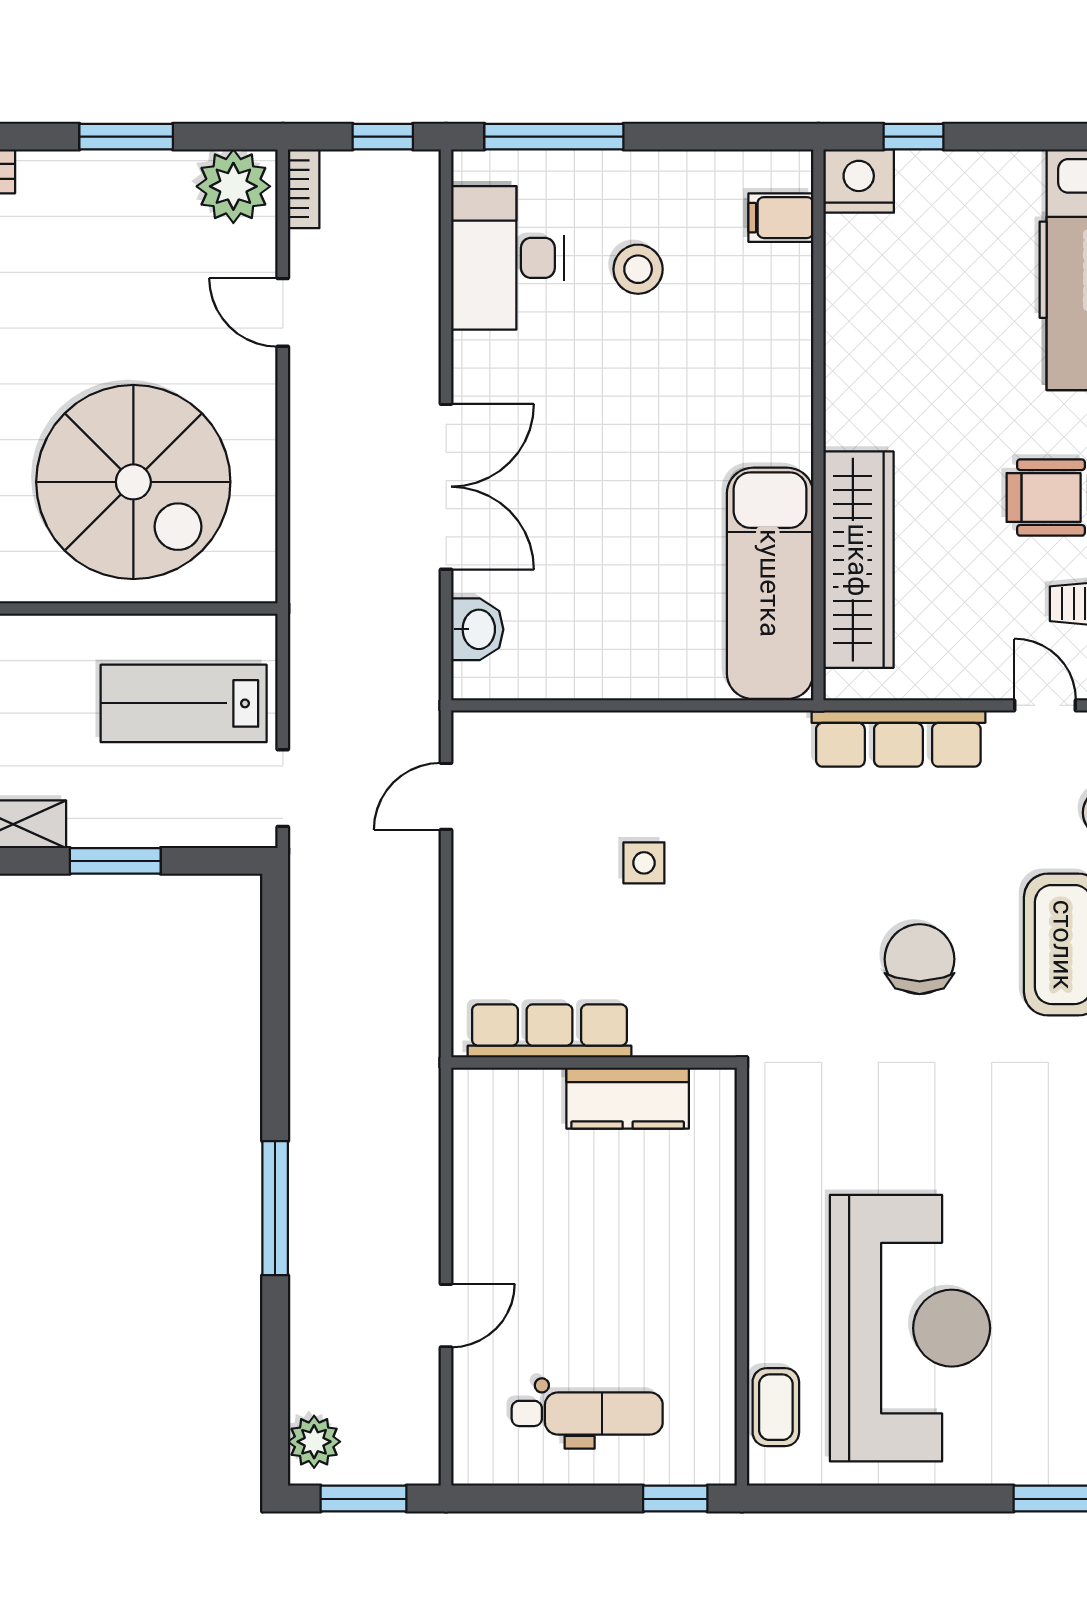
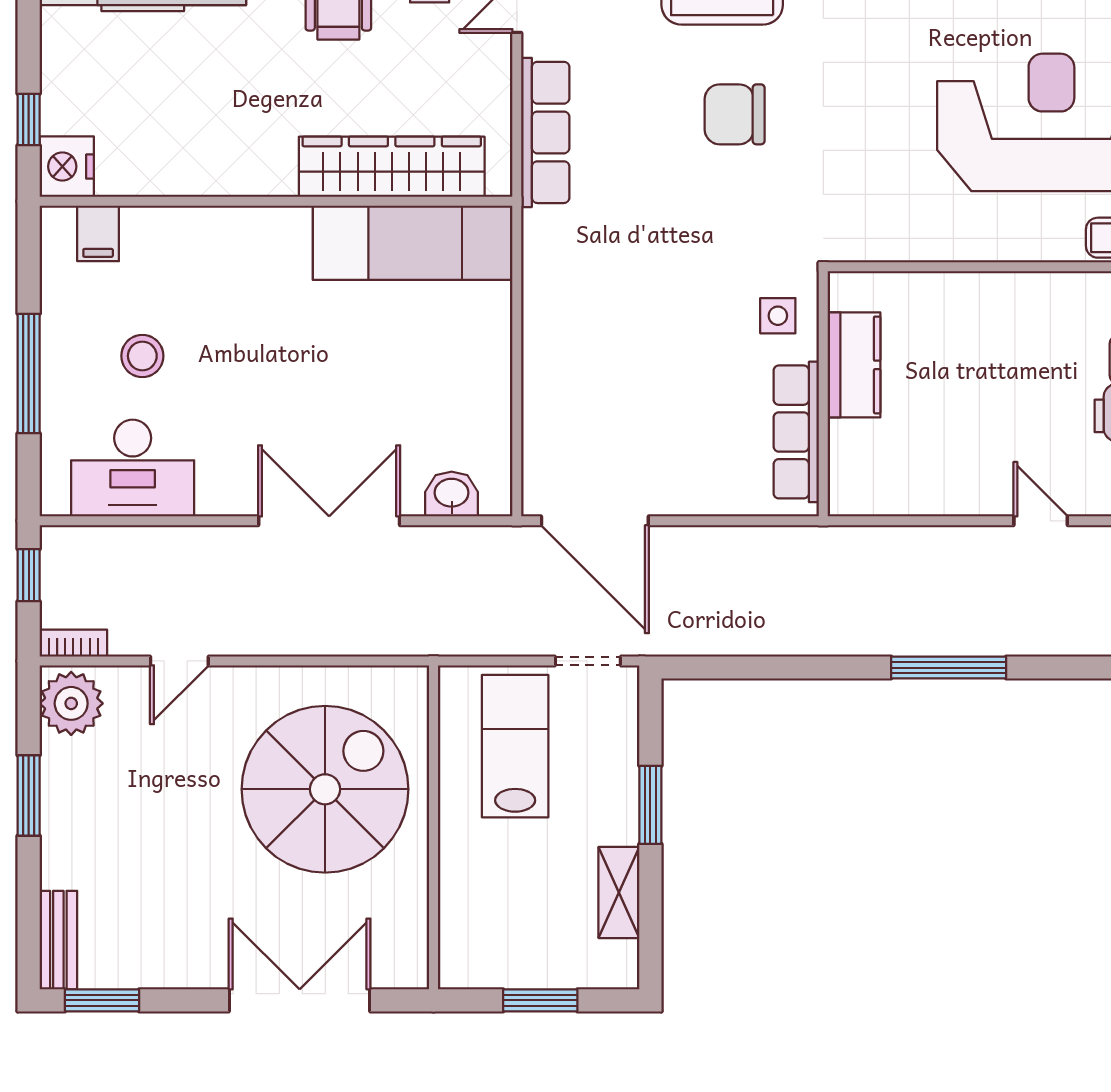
window: (554, 137) -> (29, 373), moved
lab bench: (184, 703) -> (515, 746), turned 180
door: (446, 796) -> (595, 521), width x1.87
side table: (644, 863) -> (778, 316), moved

